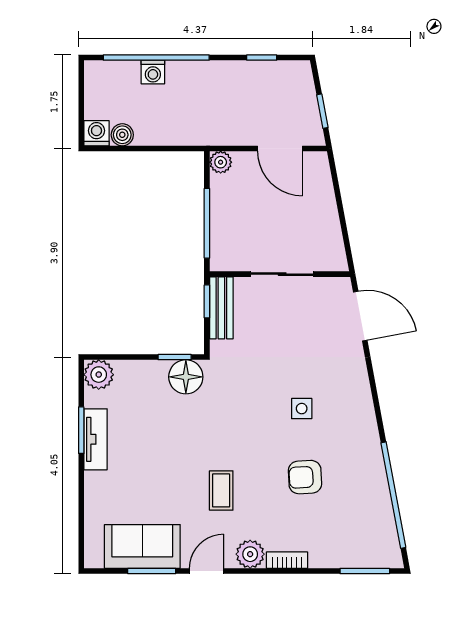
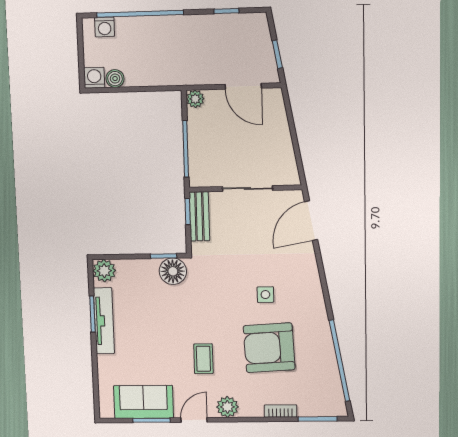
washing machine: (153, 72) -> (105, 27), moved
door: (360, 316) -> (311, 221), swing flipped
tv unit: (96, 439) -> (104, 321), width x1.41
armchair: (305, 477) -> (269, 348), width x1.88, depth x1.88
bookcase: (287, 560) -> (280, 411), moved

